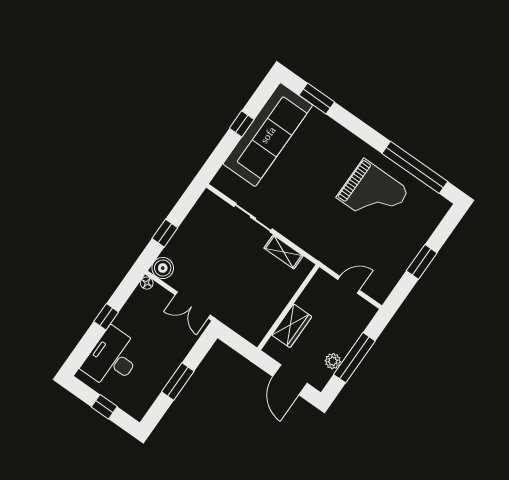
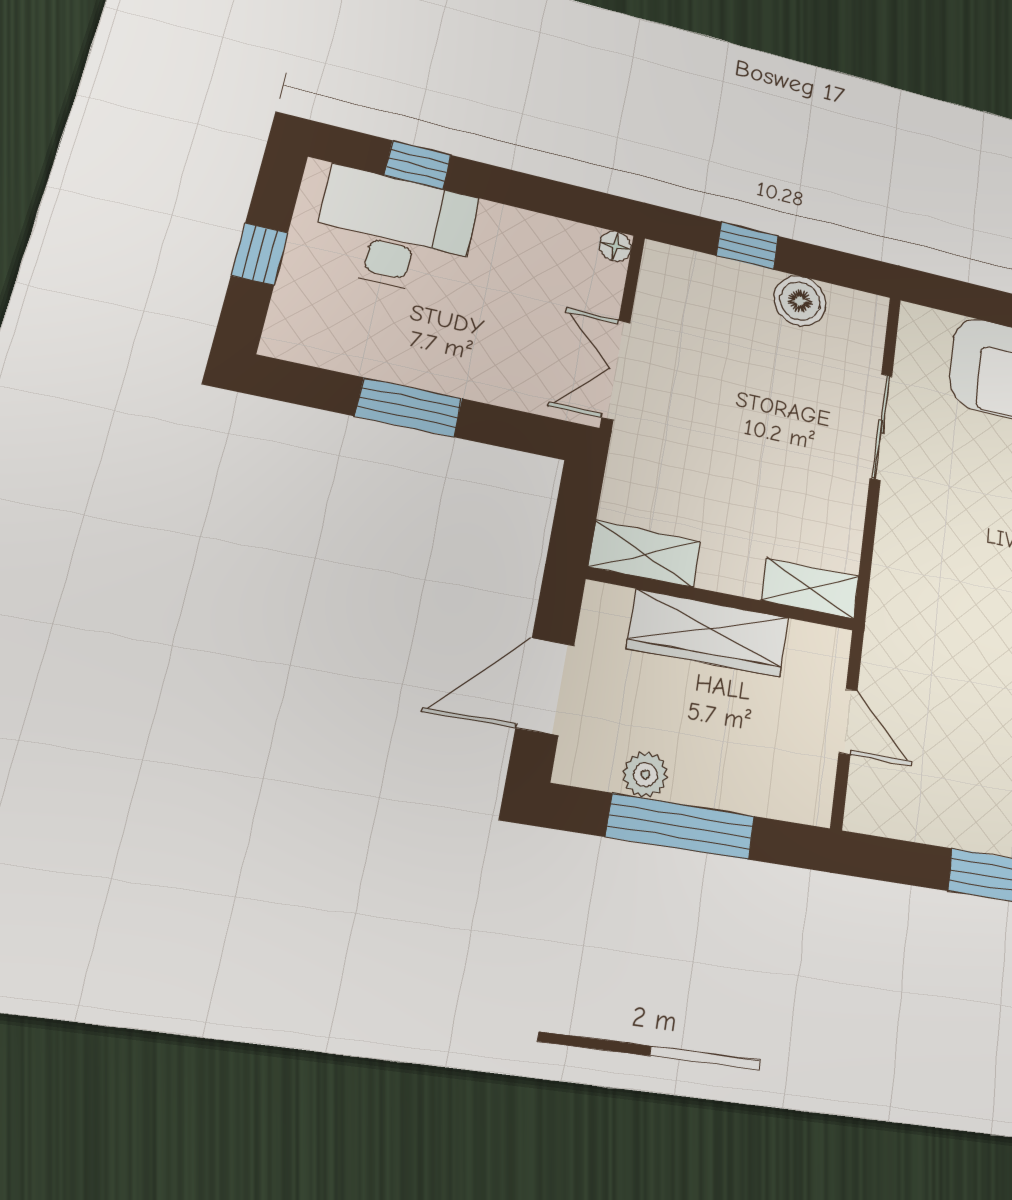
shelving: (283, 252) -> (810, 588), moved, turned 90
boiler: (163, 268) -> (800, 301), moved
window: (106, 317) -> (418, 165), moved
shelving: (261, 326) -> (645, 554), added
wardrobe: (292, 326) -> (708, 633), width x1.50

